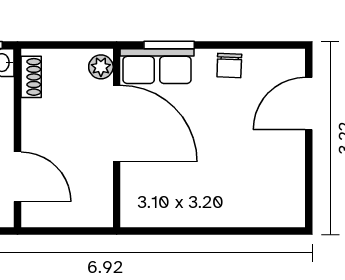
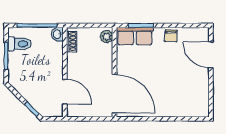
door: (309, 104) -> (211, 55), hinge flipped
door: (117, 123) -> (115, 94), moved

